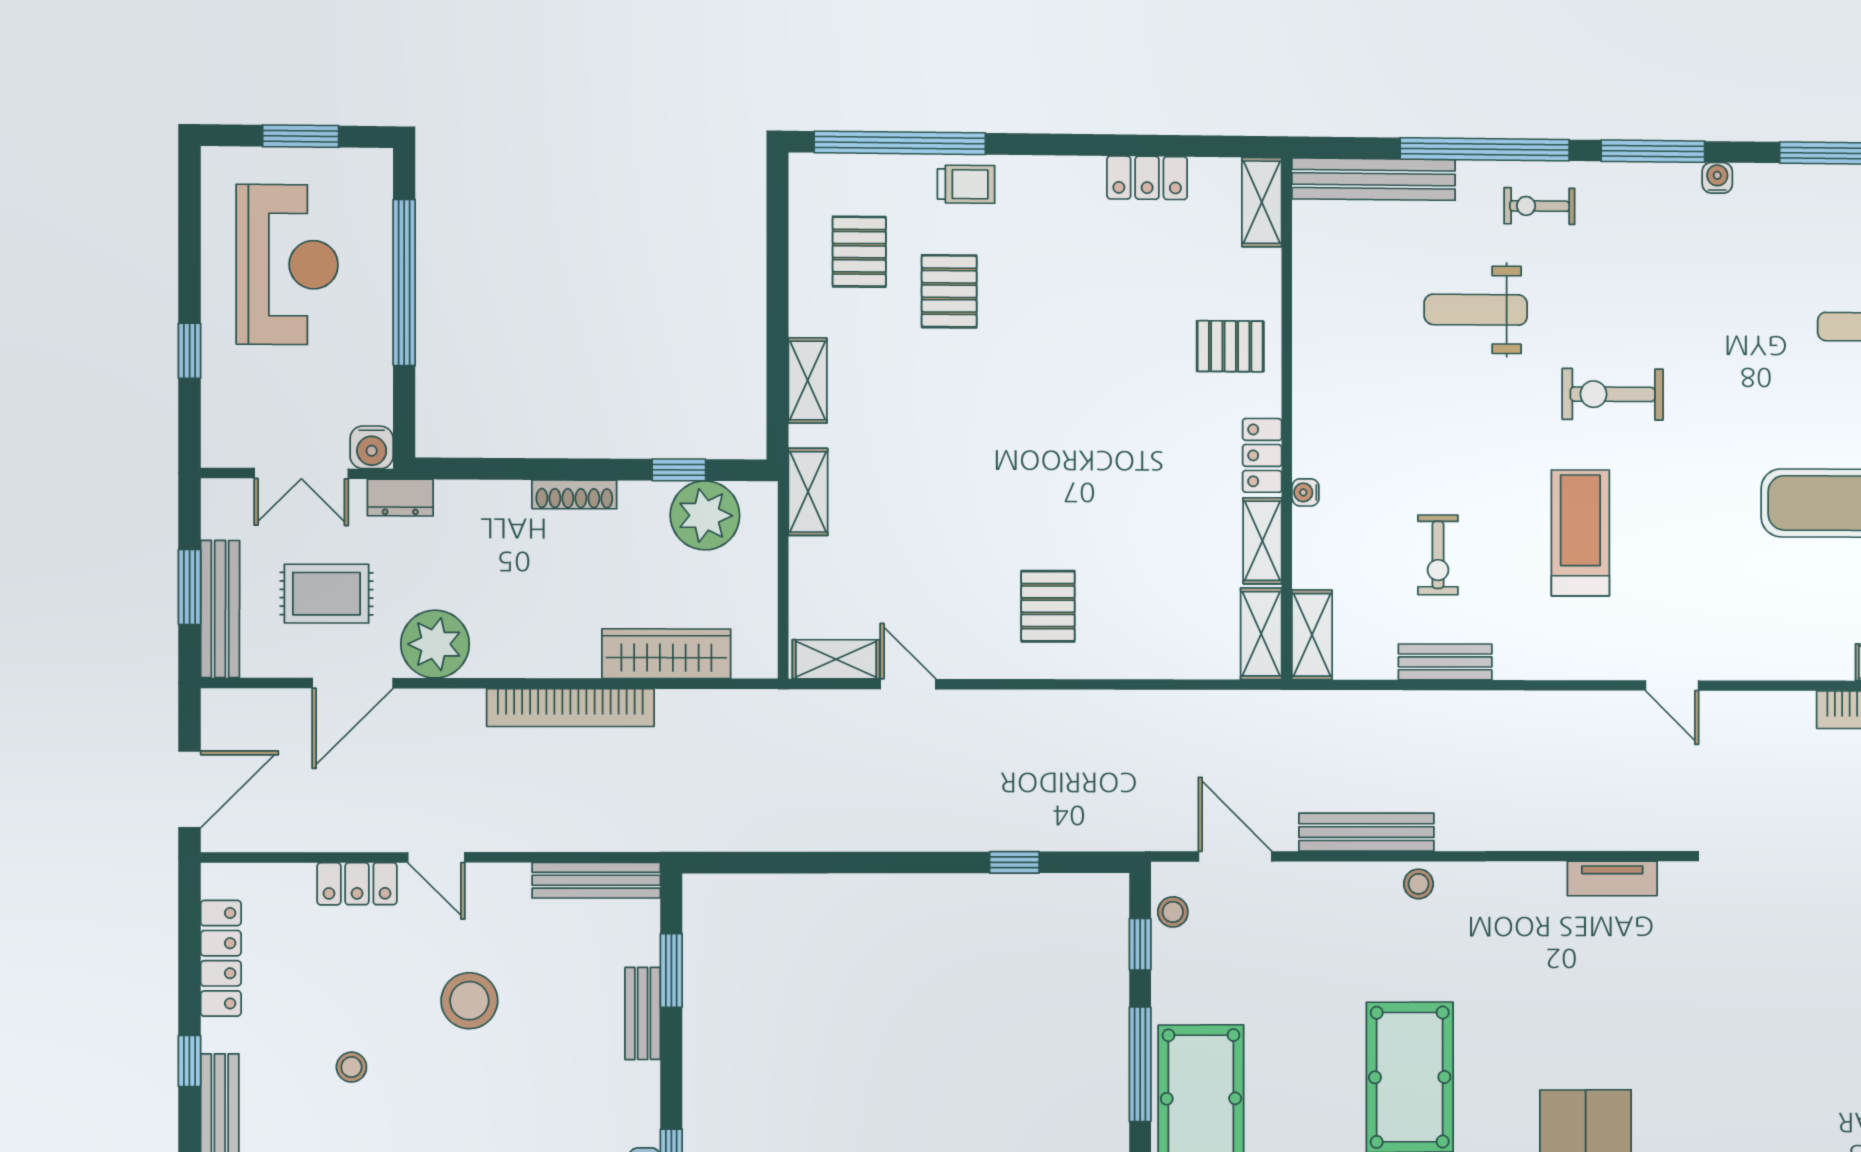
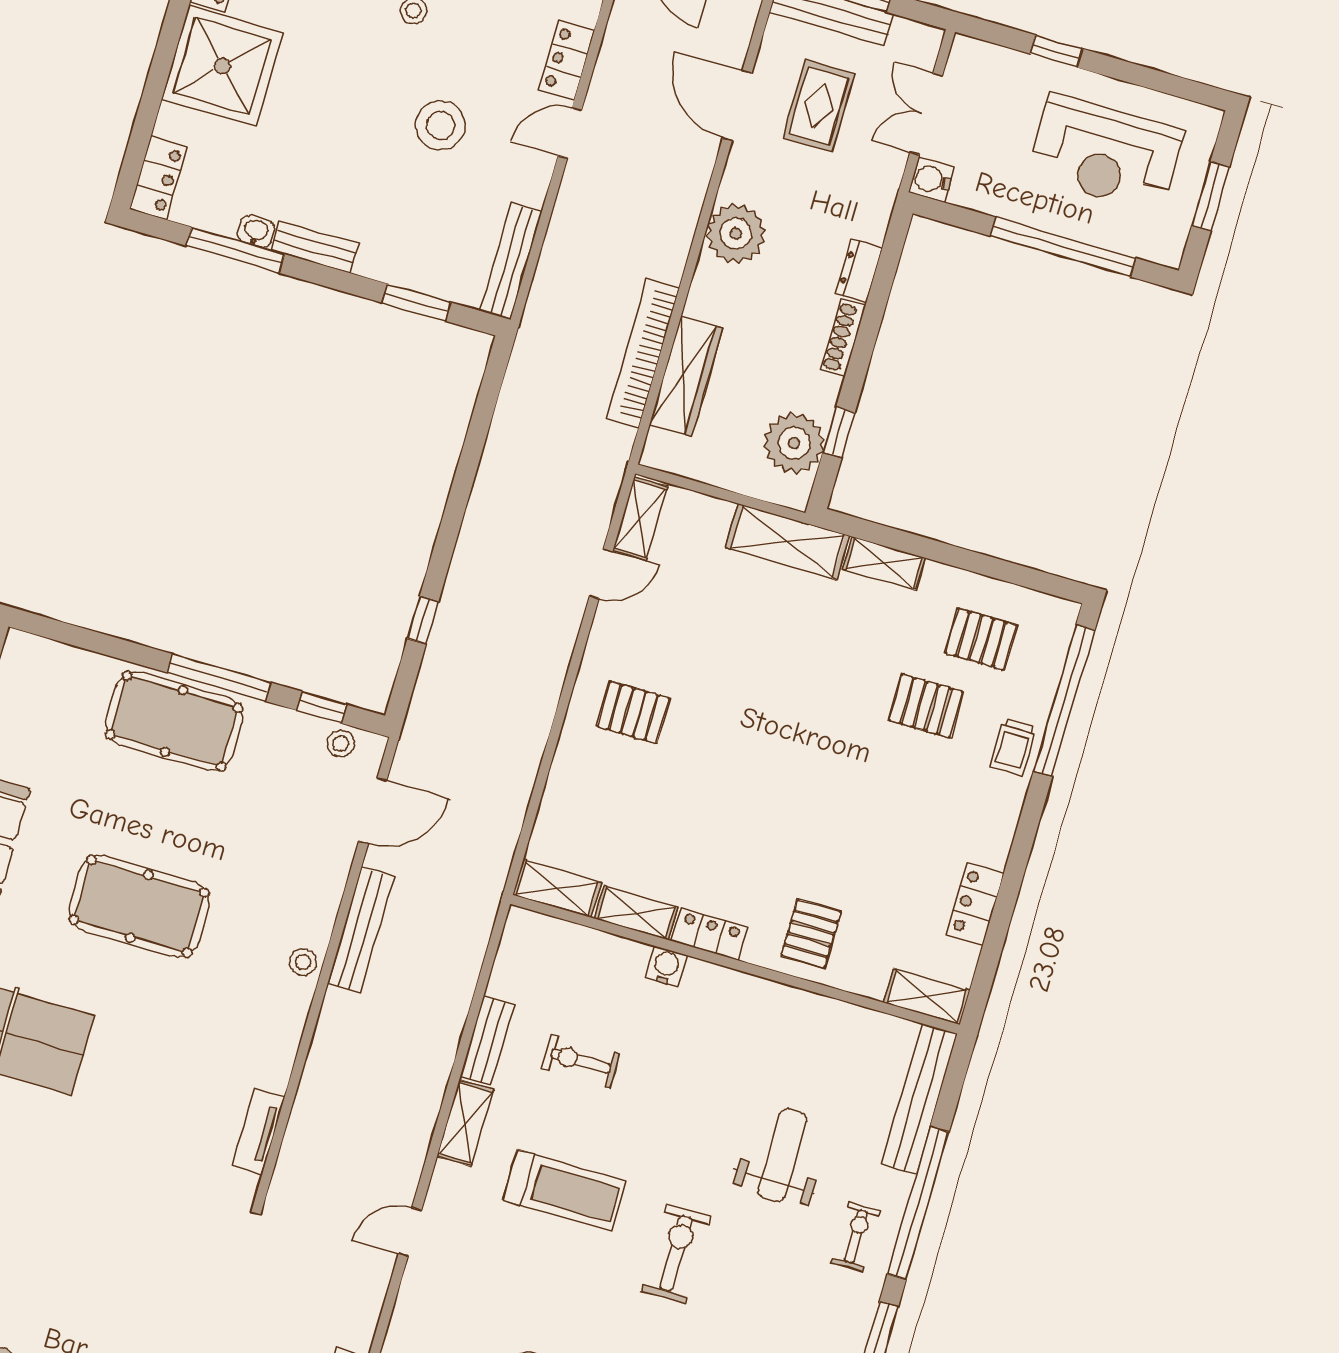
shelving: (808, 492) -> (788, 542), width x1.50, depth x1.33
water cooler: (1305, 492) -> (666, 966), width x1.38, depth x1.38
dresser: (400, 498) -> (859, 271), moved
shelving: (1312, 635) -> (465, 1123), moved, turned 90
plant: (435, 644) -> (736, 234), moved
bookcase: (570, 708) -> (643, 353), moved
bench: (643, 1013) -> (315, 247), moved

